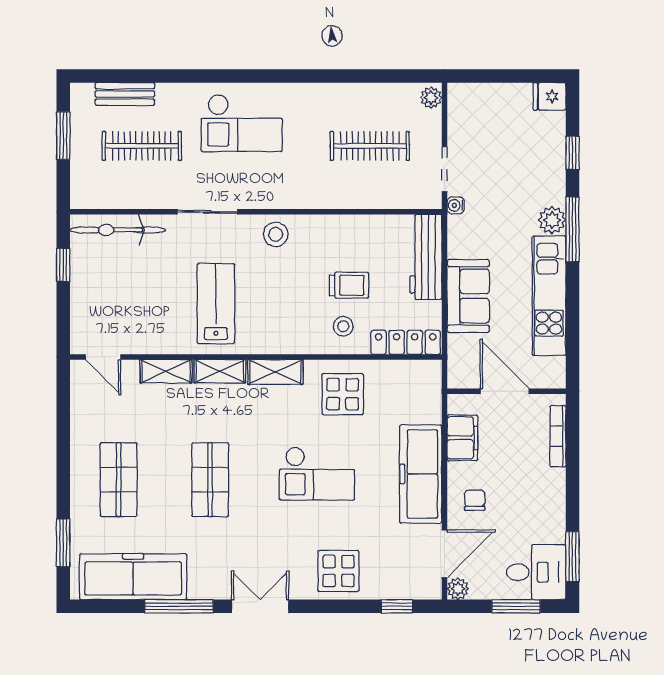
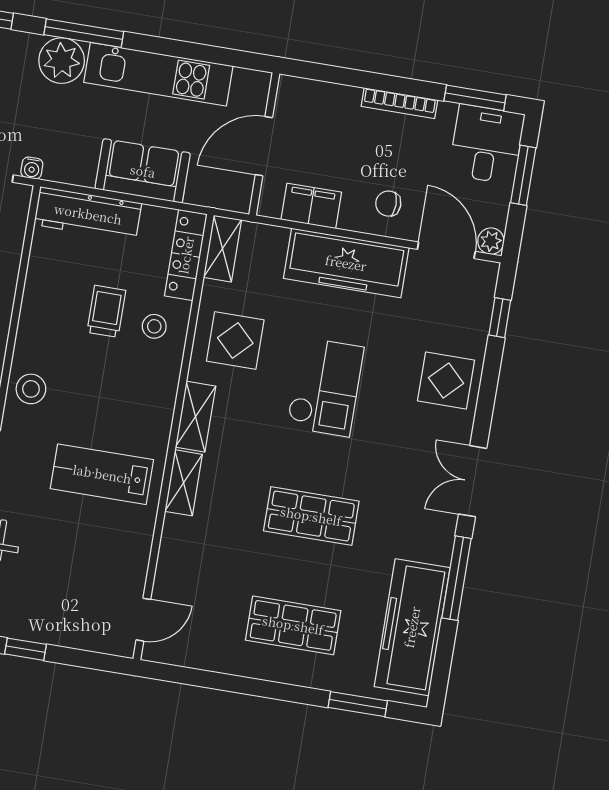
plant: (552, 220) -> (62, 61), width x1.36, depth x1.36
shelving: (166, 371) -> (222, 249), moved
bookcase: (558, 436) -> (399, 103), moved

